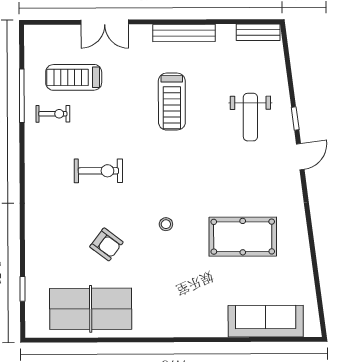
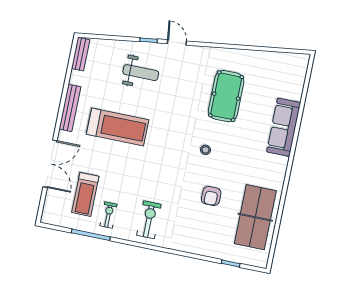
double door: (105, 22) -> (50, 164), width x1.37
treadmill: (172, 102) -> (118, 127), width x1.37, depth x1.38
exercise bike: (98, 171) -> (149, 220), moved
armchair: (106, 244) -> (211, 196), turned 143
sofa: (266, 321) -> (284, 127), moved

